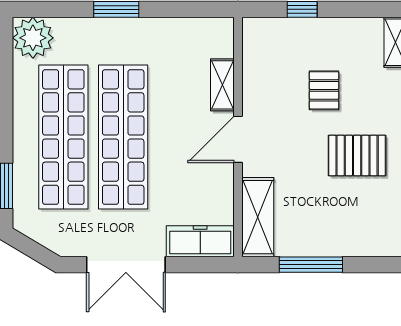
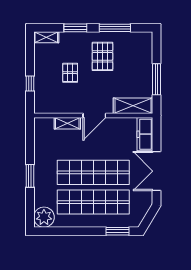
pallet: (324, 90) -> (70, 73), turned 90
door: (238, 139) -> (94, 115), hinge flipped
double door: (126, 265) -> (157, 171), swing flipped

